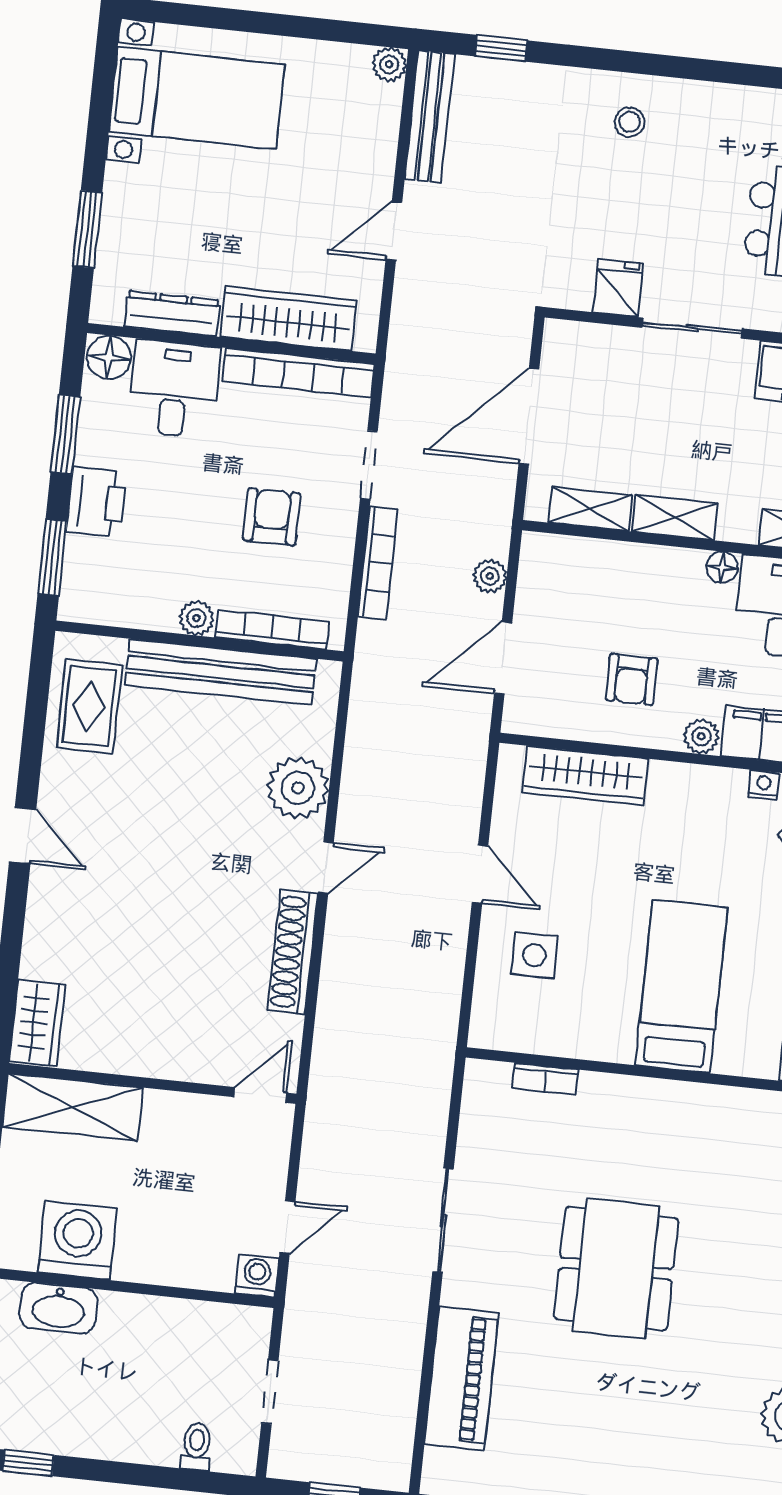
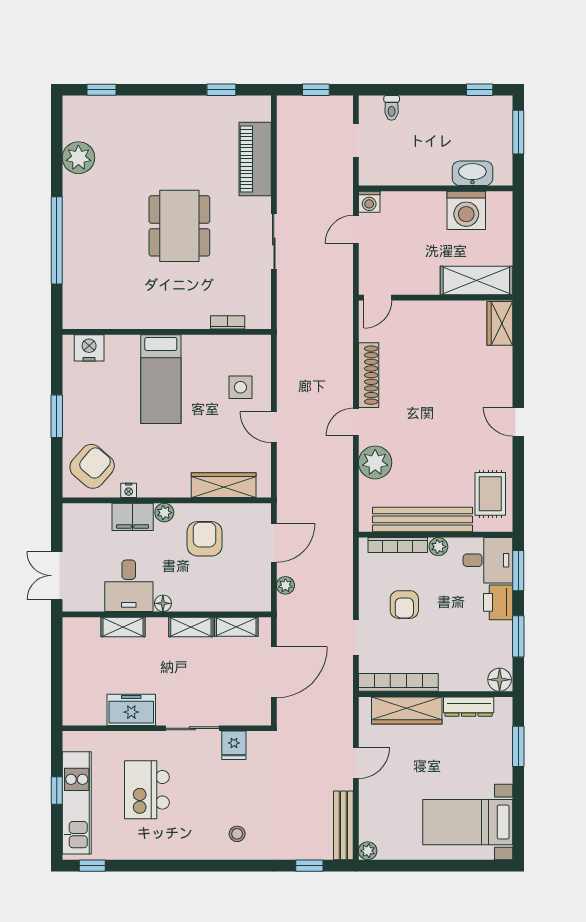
desk: (174, 389) -> (488, 560), moved, turned -90
bookcase: (378, 563) -> (345, 586), removed
armchair: (632, 679) -> (205, 539), width x1.38, depth x1.38

